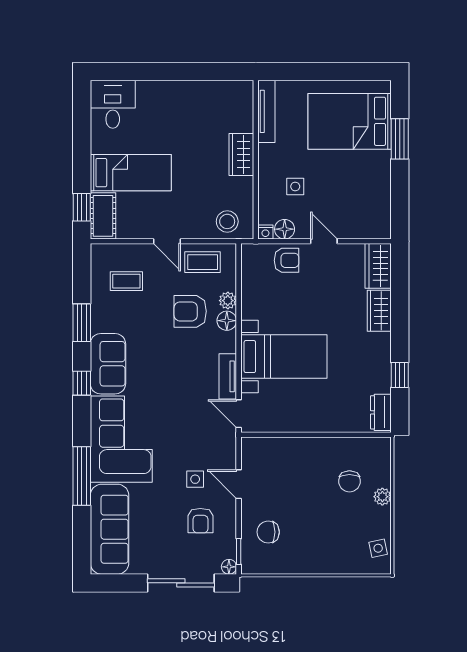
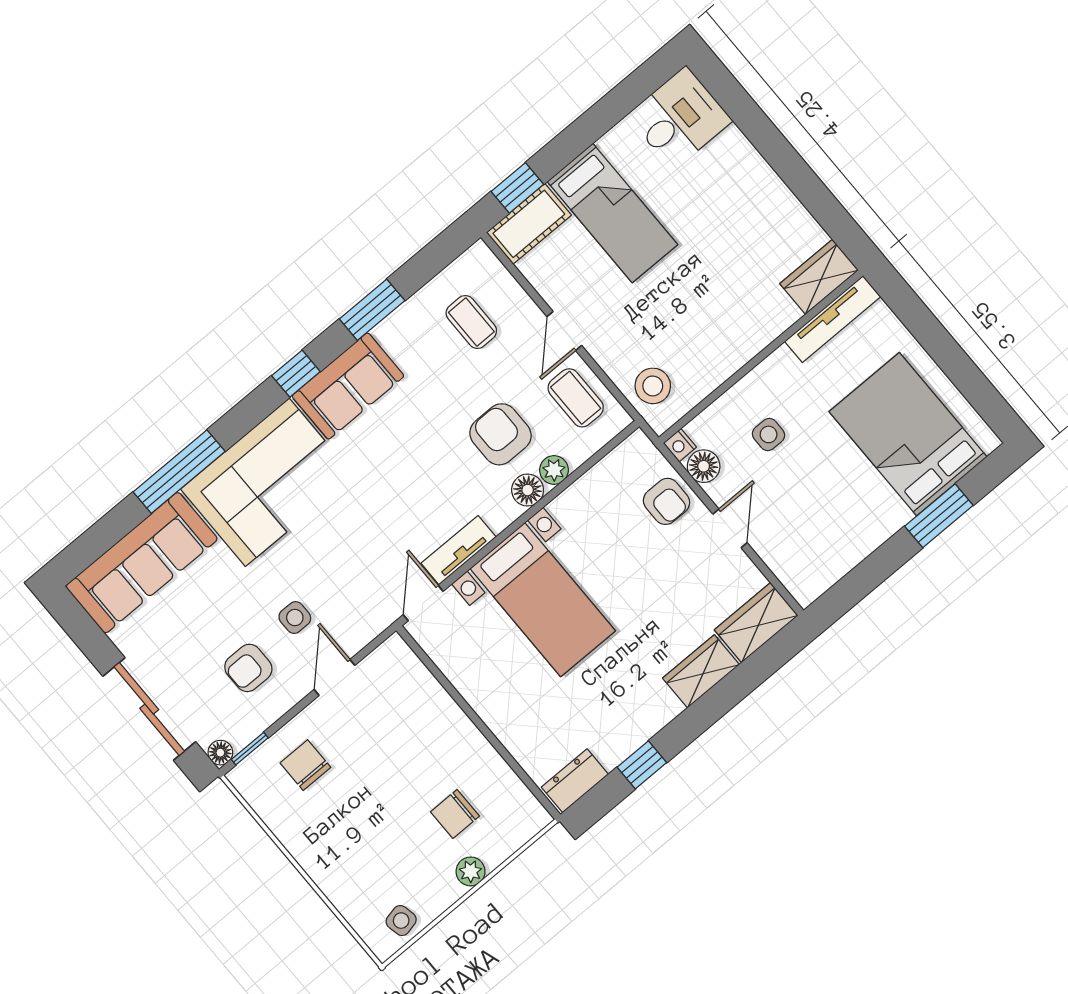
wardrobe: (241, 154) -> (819, 277), moved

